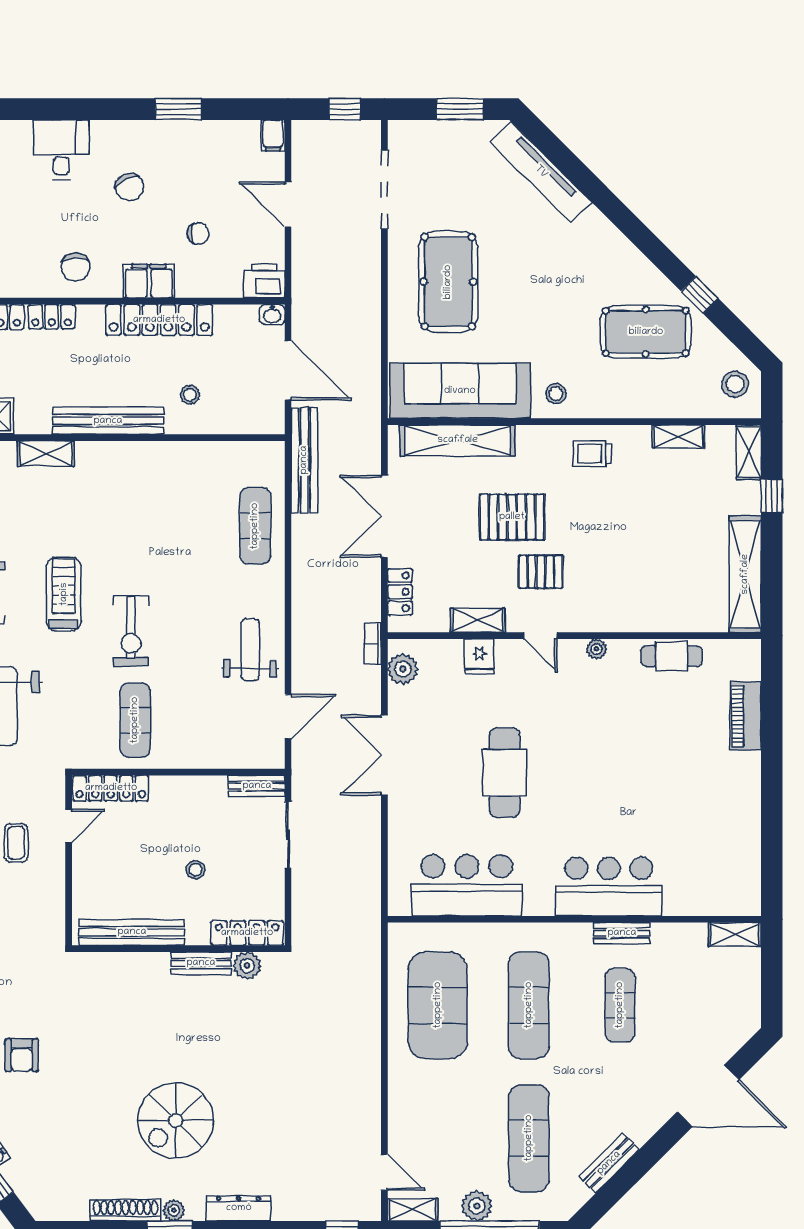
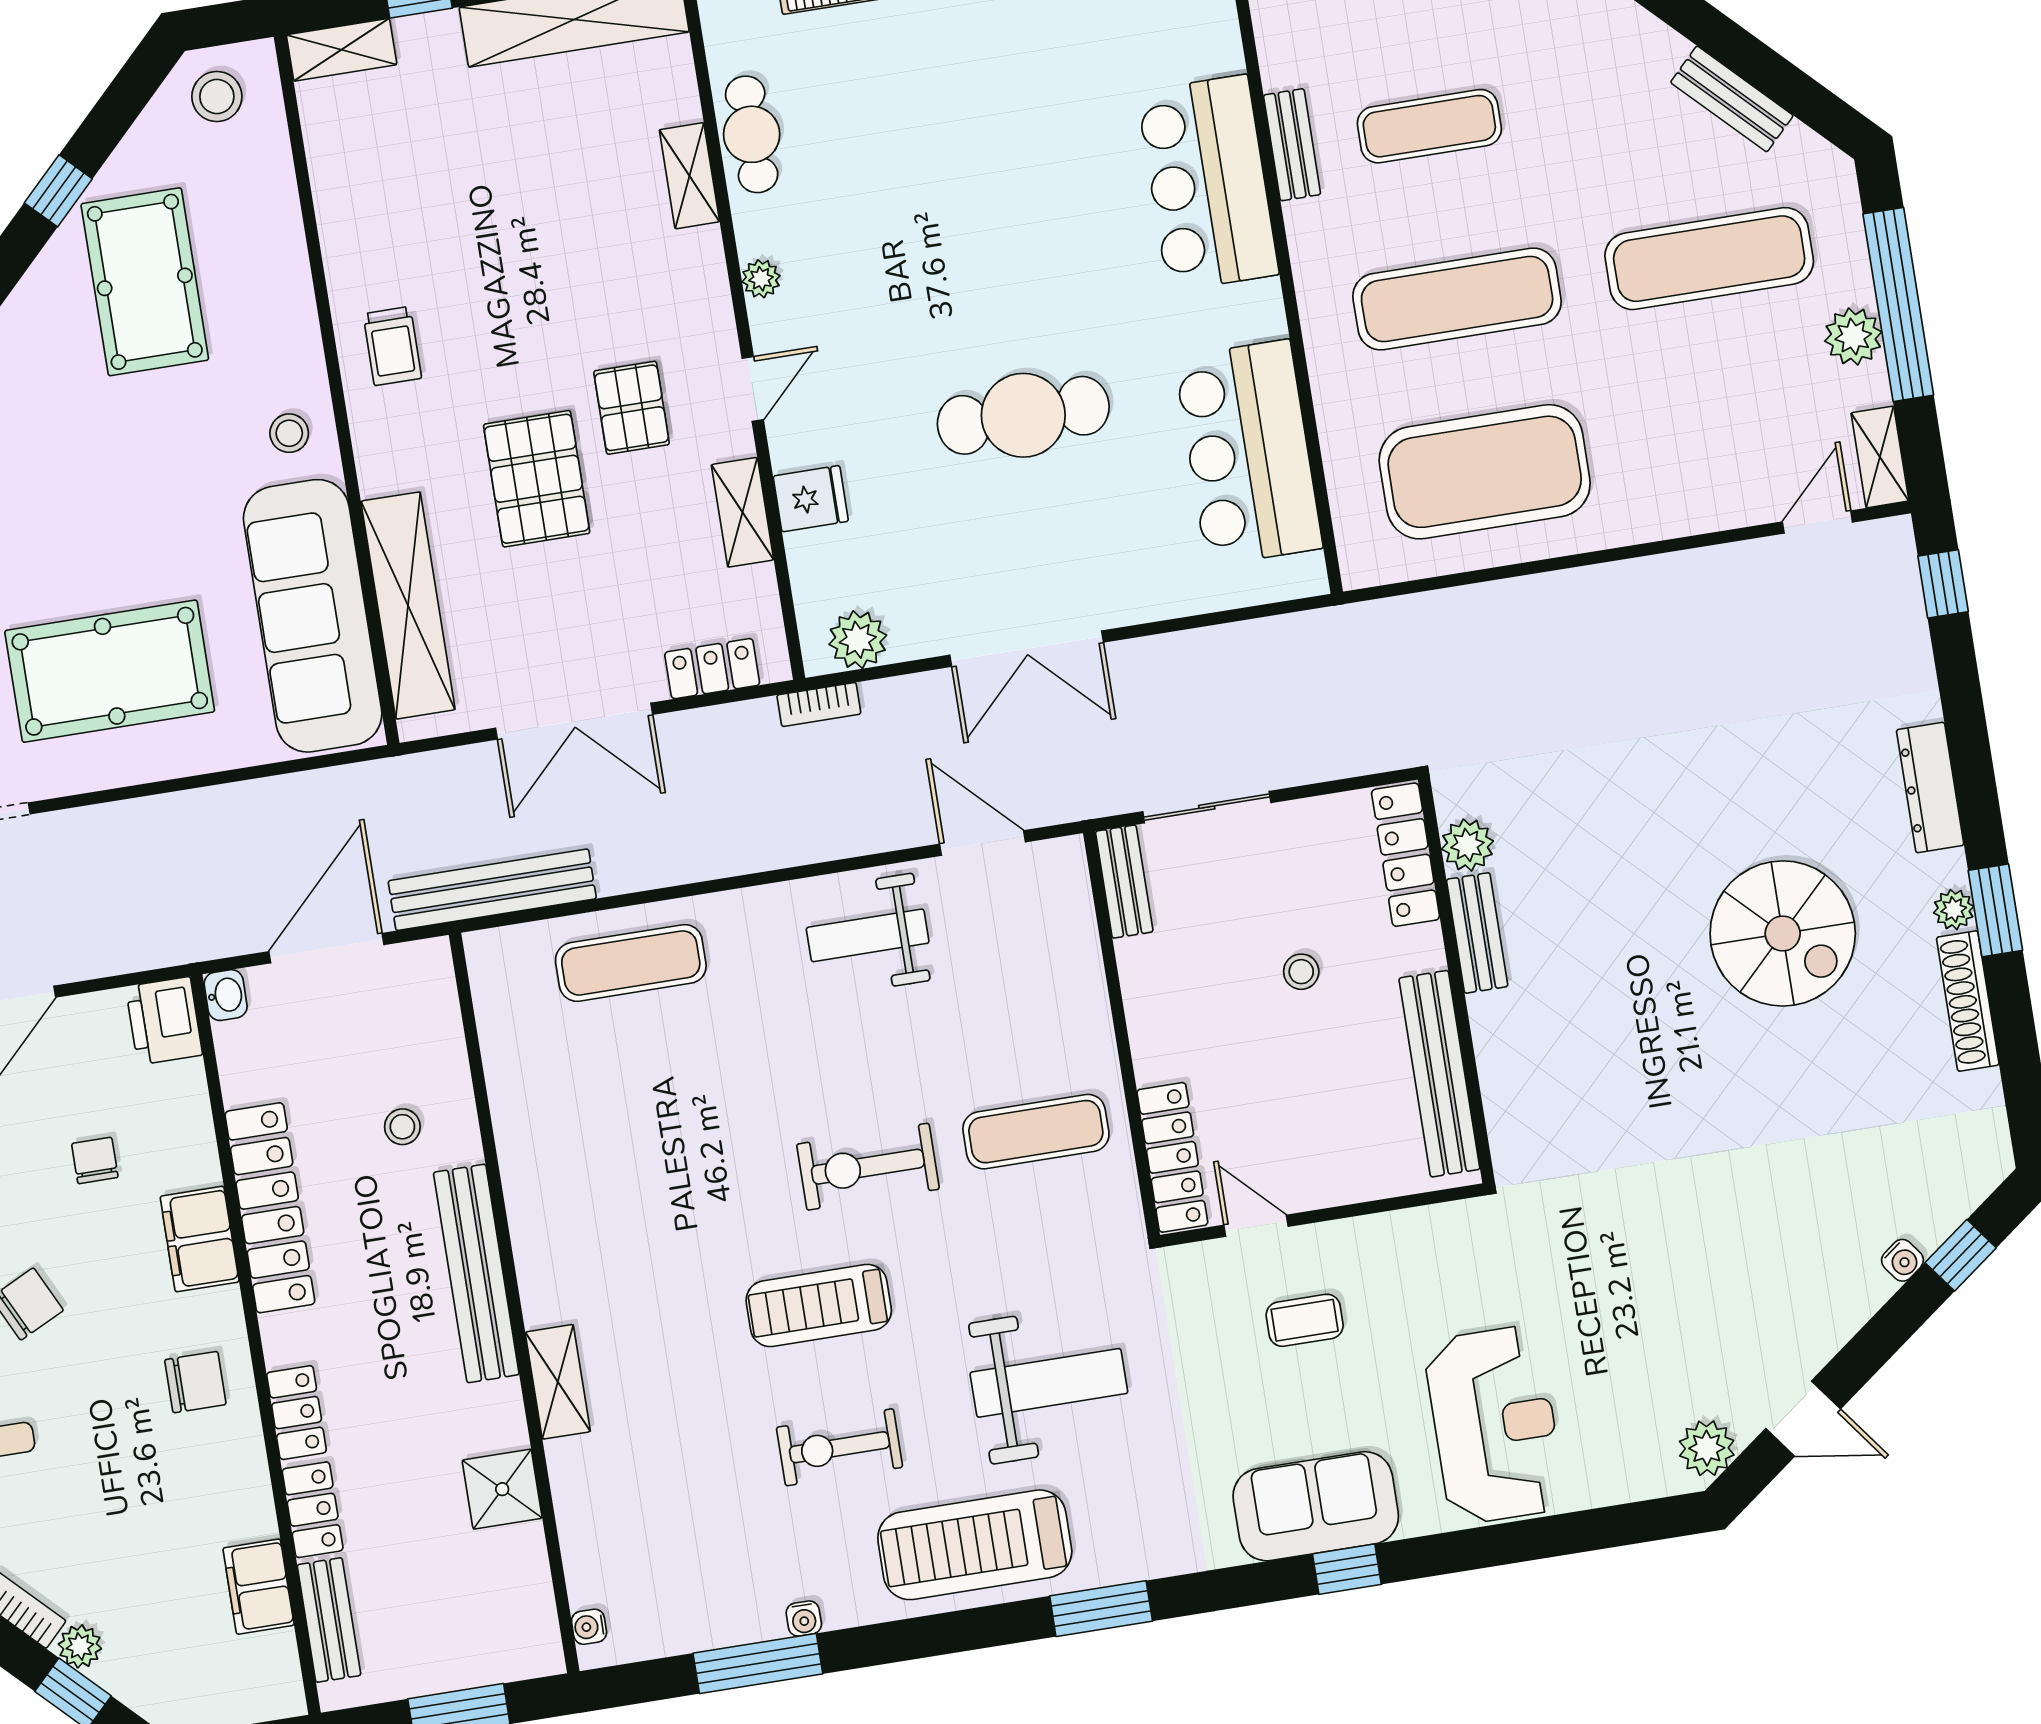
shelving: (678, 437) -> (689, 176), moved
exercise bike: (131, 631) -> (868, 1167), turned 180
armchair: (22, 1055) -> (1706, 1245), removed

